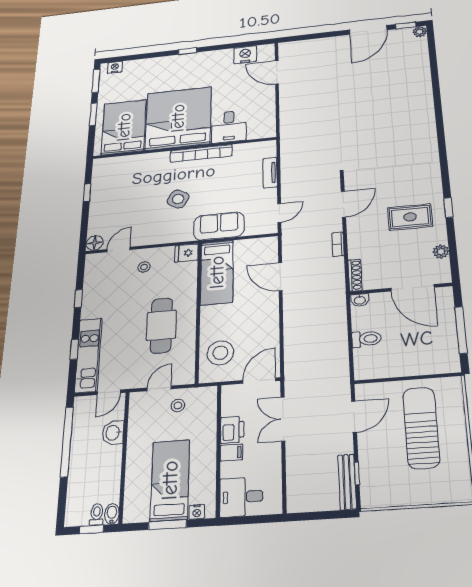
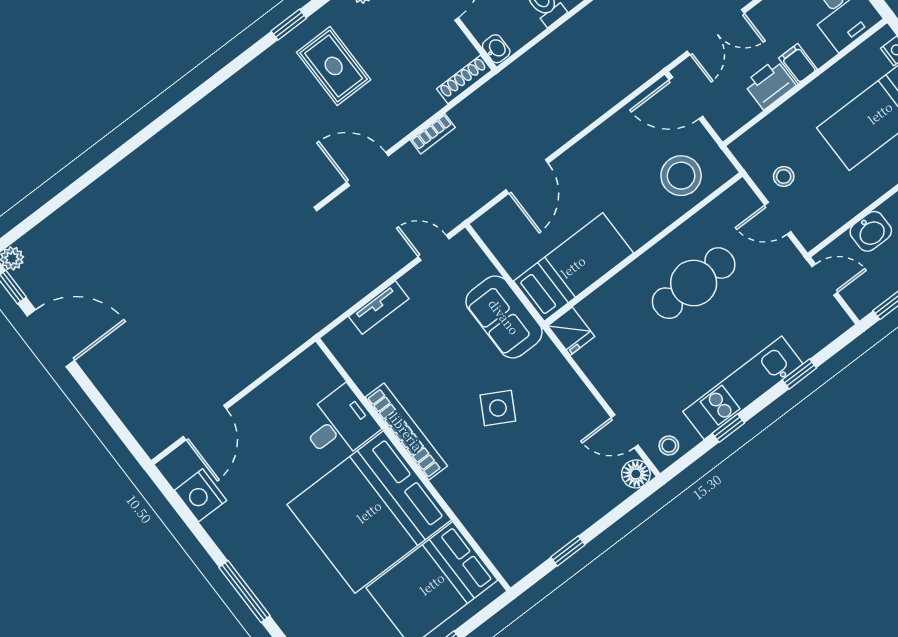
window: (188, 51) -> (244, 591), width x2.17
stool: (144, 267) -> (669, 446), moved
kitchen unit: (88, 355) -> (743, 388), moved

